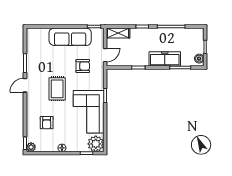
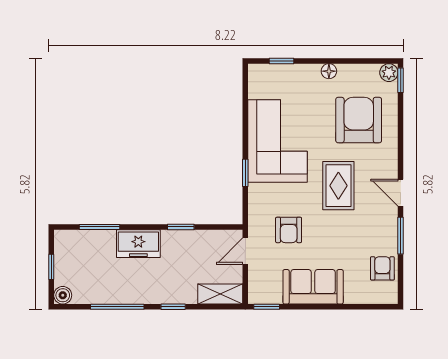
sofa: (70, 37) -> (313, 287), width x0.73
armchair: (34, 46) -> (382, 268), added
freezer: (165, 59) -> (138, 244), width x0.71
boiler: (199, 59) -> (63, 295), moved
armchair: (83, 66) -> (289, 230), turned -90
door: (25, 85) -> (401, 193), swing flipped
armchair: (47, 123) -> (359, 120), width x1.88, depth x1.88
plant: (96, 144) -> (264, 79), removed

